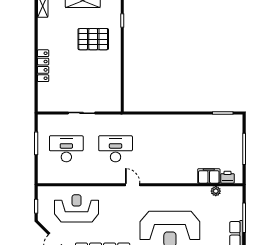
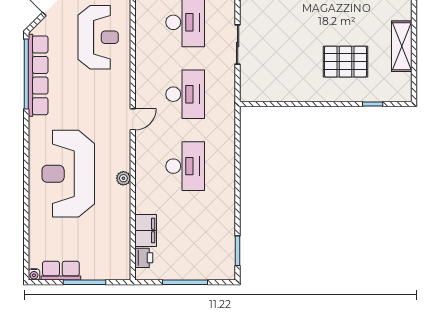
pallet: (93, 39) -> (345, 62), turned 90
desk: (165, 149) -> (185, 166), added
plant: (216, 191) -> (123, 178), moved

